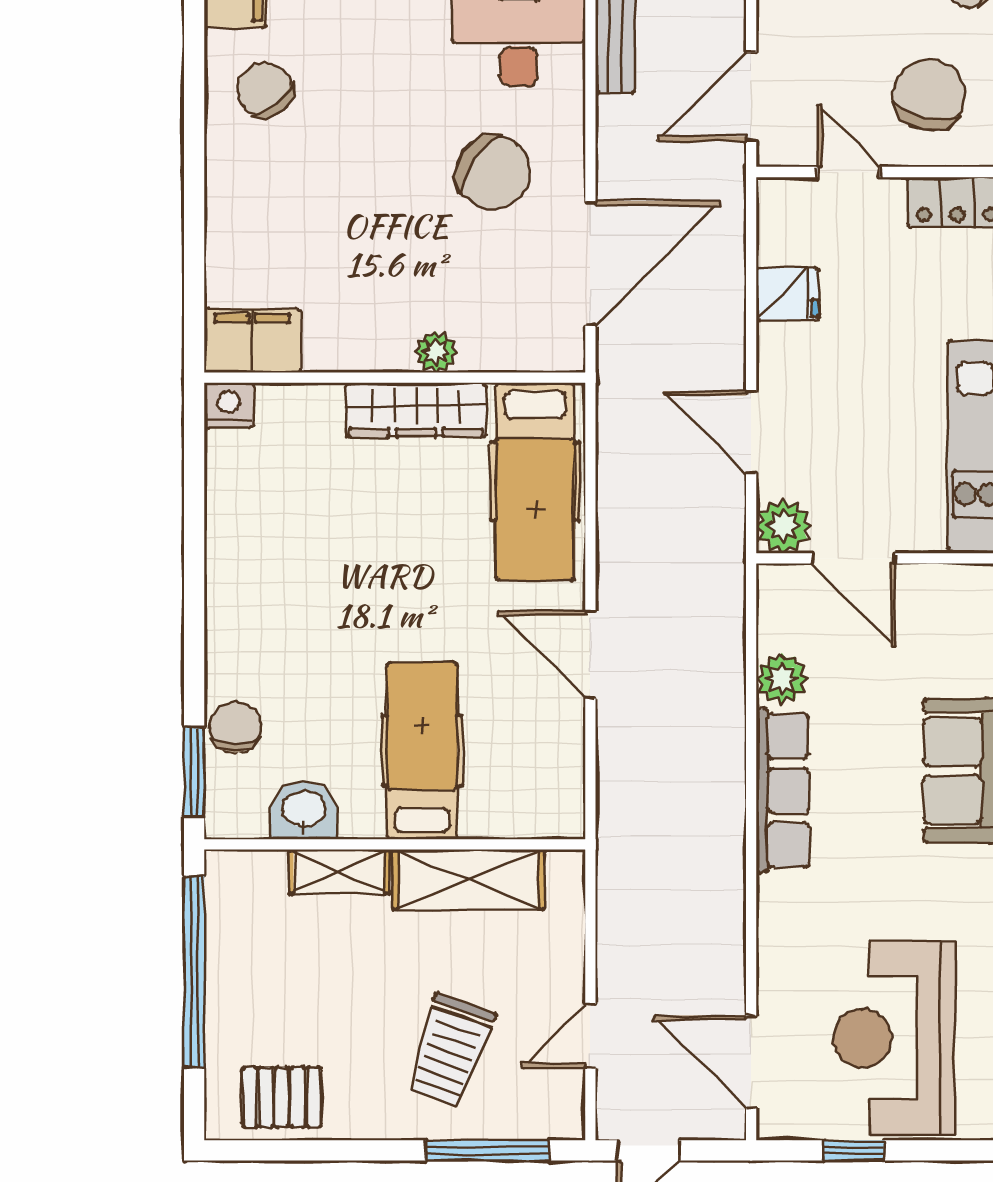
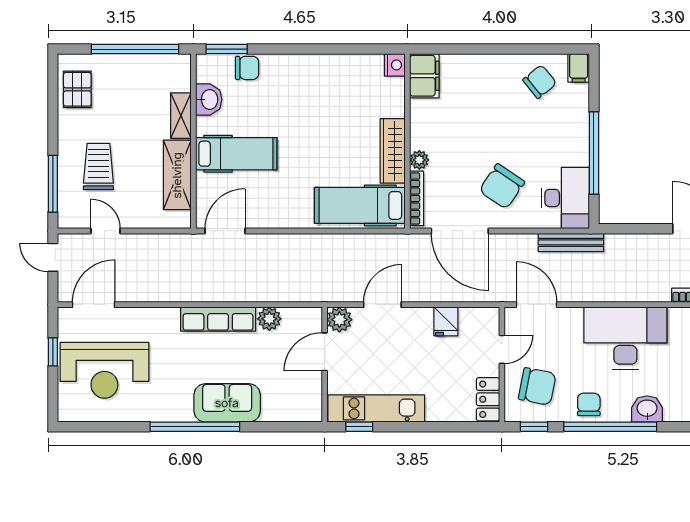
bookcase: (520, 358) -> (417, 198), added
door: (590, 655) -> (225, 231), moved
reception desk: (894, 1038) -> (104, 370), turned 180
trolley: (450, 1051) -> (98, 167), turned 71

